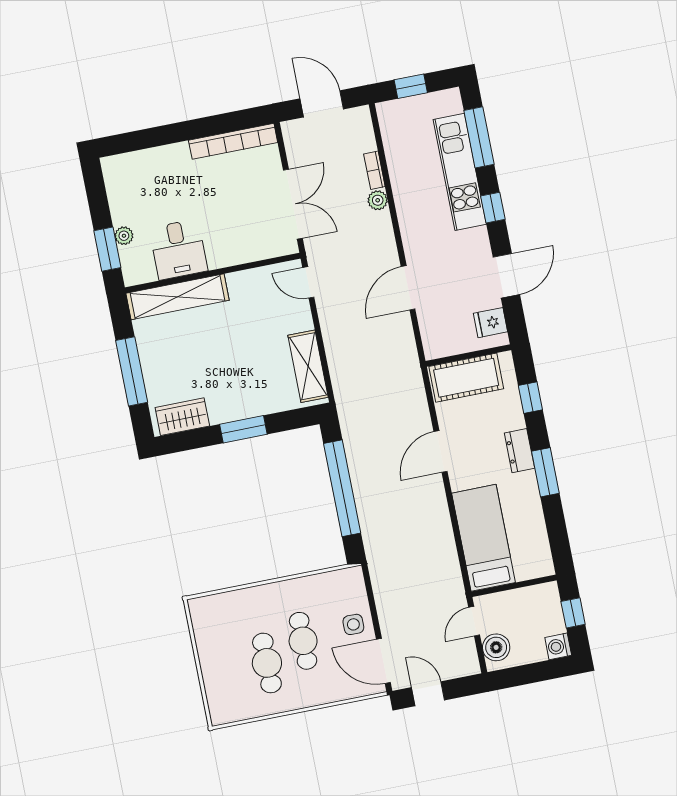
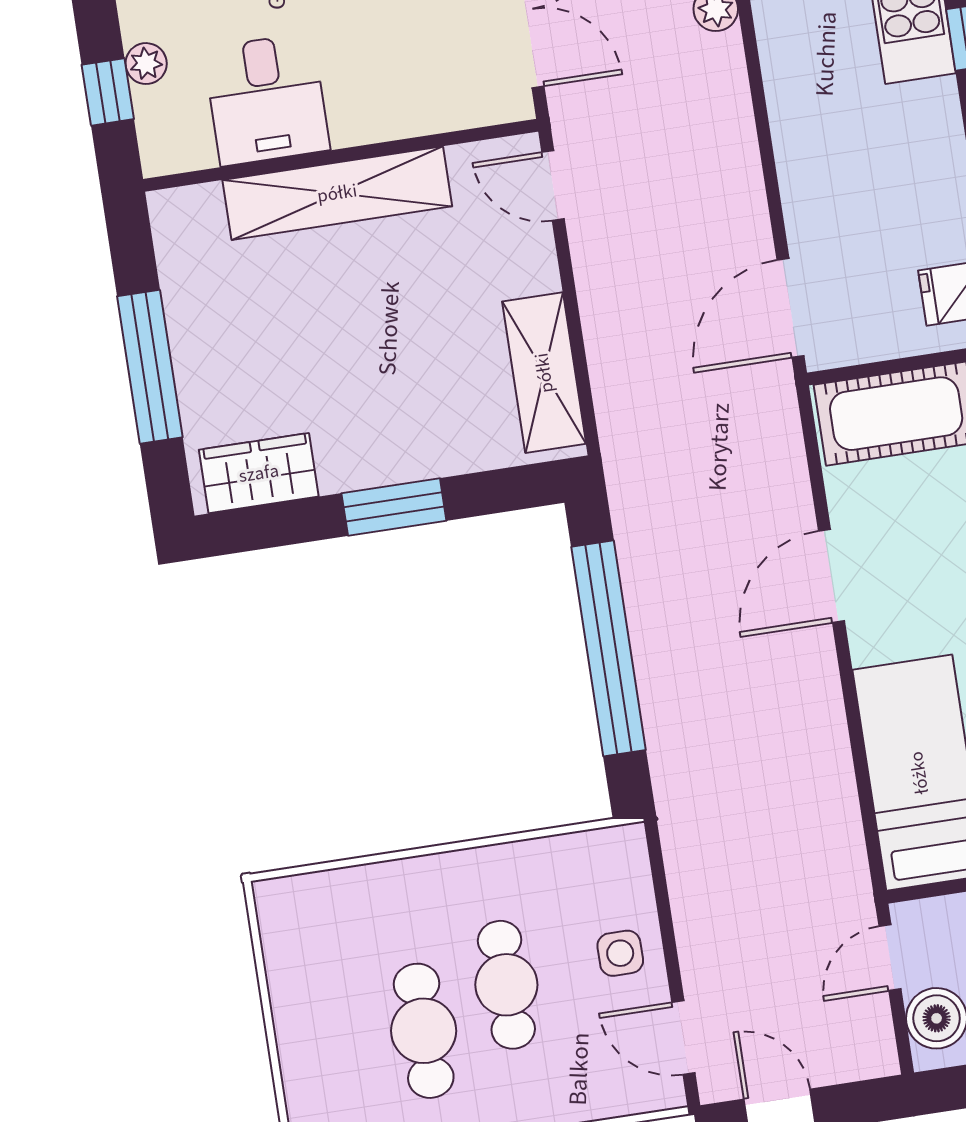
window: (107, 249) -> (108, 92), width x0.67
door: (408, 288) -> (791, 308), moved
shelving: (178, 297) -> (337, 193), moved
door: (383, 661) -> (683, 1038), width x0.73

